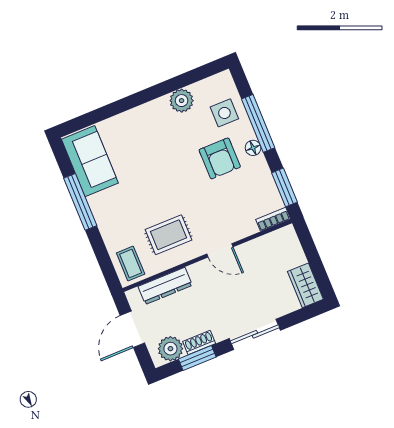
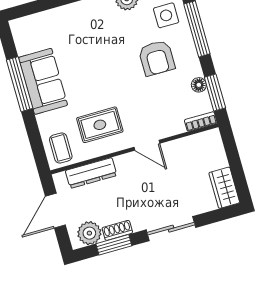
floor lamp: (253, 148) -> (199, 85), moved
sofa: (90, 161) -> (43, 81), moved

